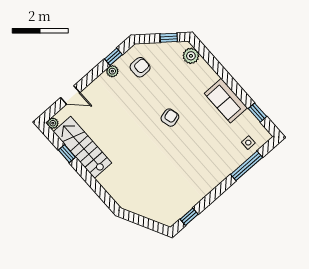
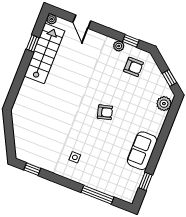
side table: (248, 143) -> (75, 157), moved

